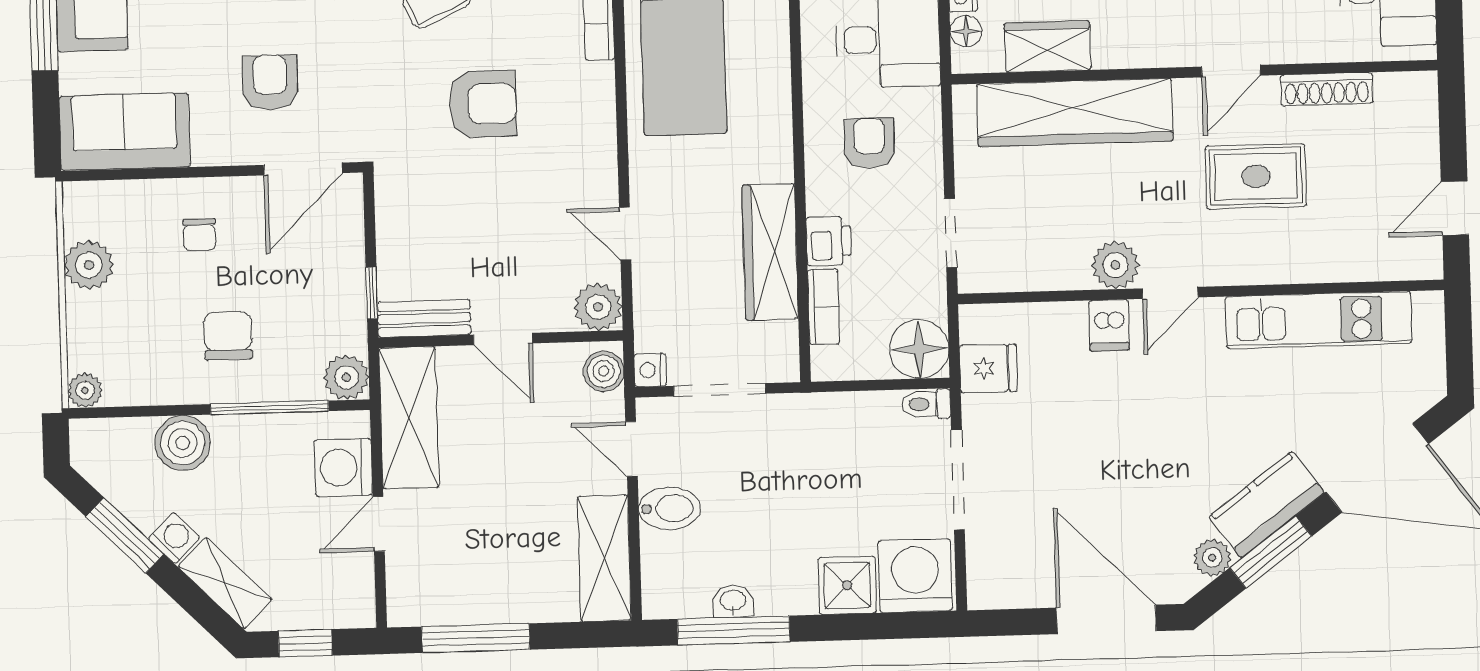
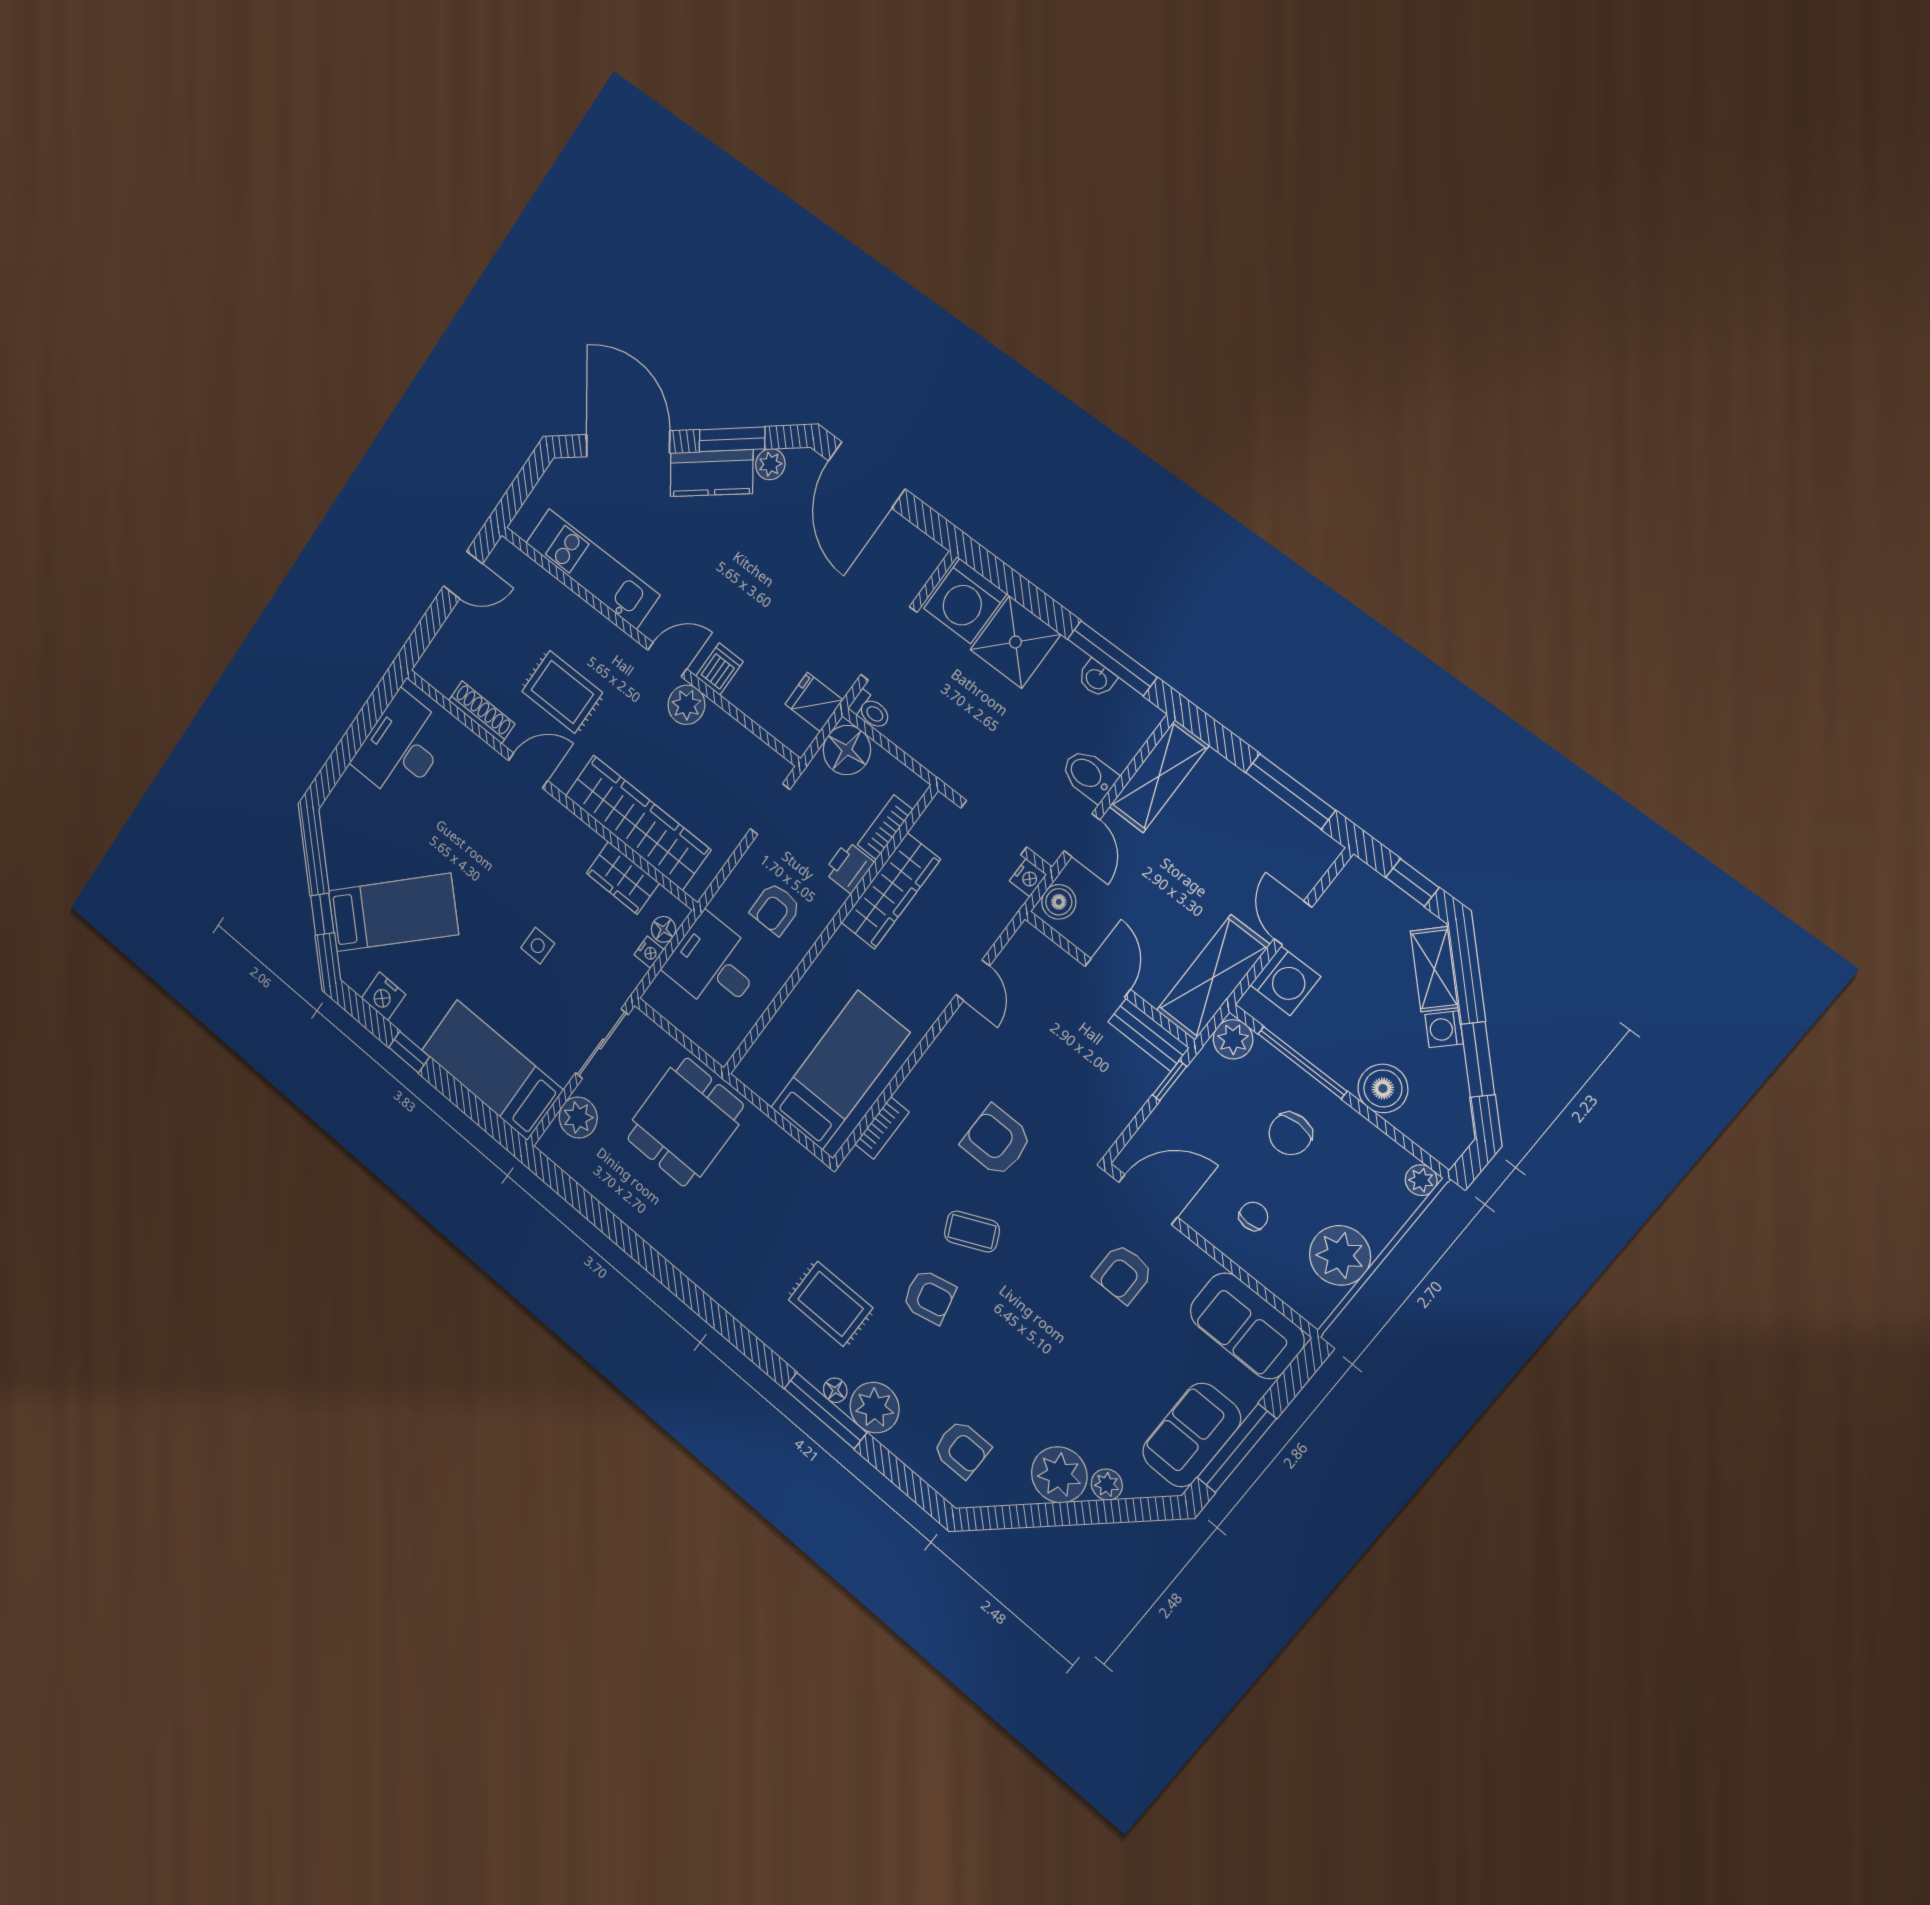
plant: (89, 265) -> (1340, 1255), width x1.36, depth x1.36
plant: (598, 307) -> (1029, 947), removed
door: (379, 524) -> (1293, 923), swing flipped
shower: (847, 585) -> (1015, 642), width x1.36, depth x1.36

